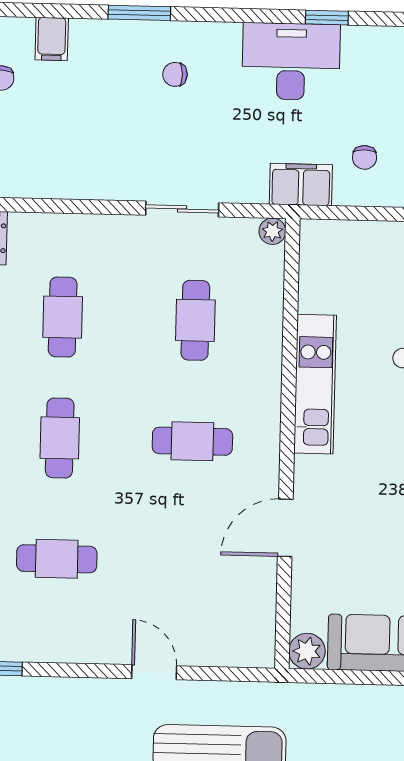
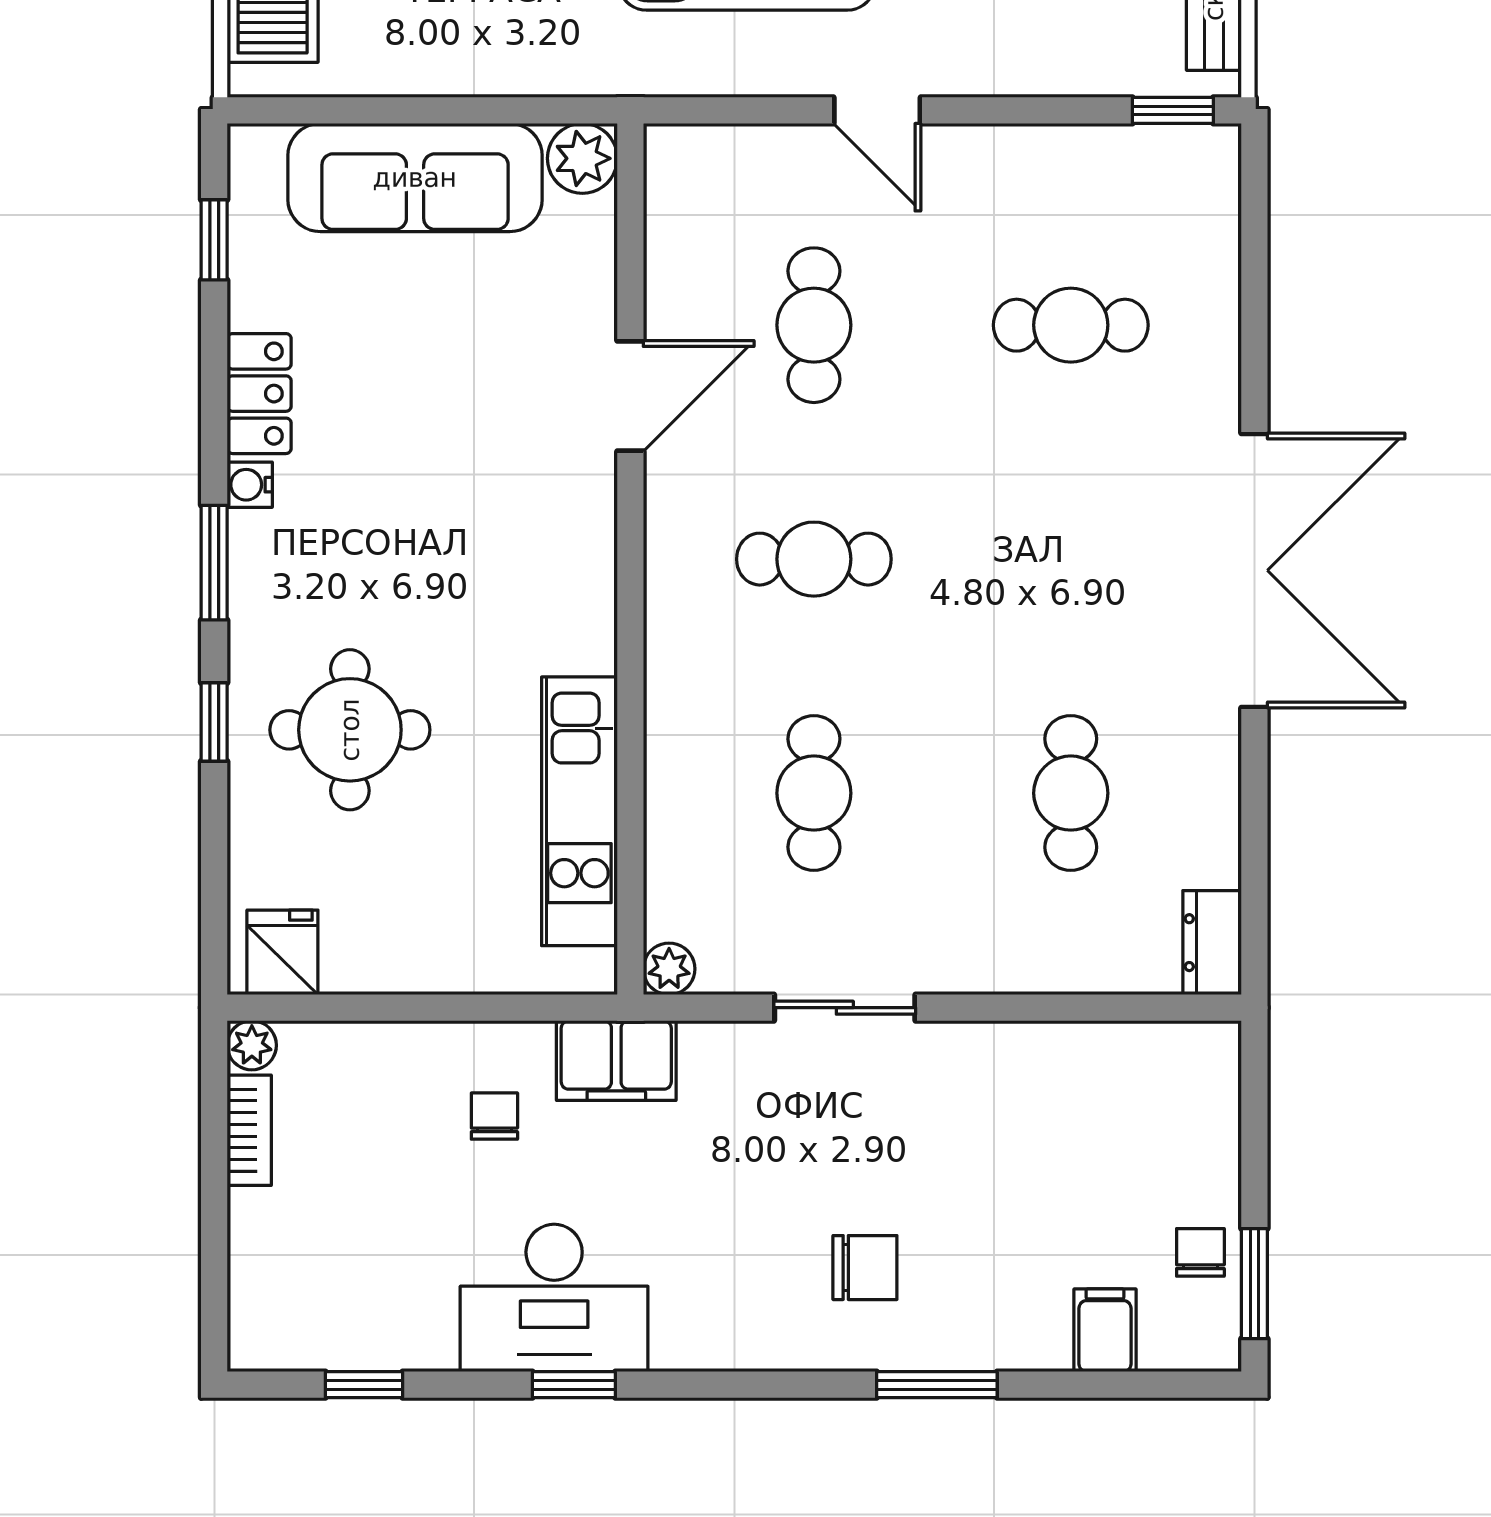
desk: (291, 62) -> (554, 1298), moved
chair: (175, 74) -> (865, 1268), width x1.37, depth x1.37
kitchen unit: (315, 384) -> (579, 811), moved
cafe table: (60, 438) -> (814, 325), moved

